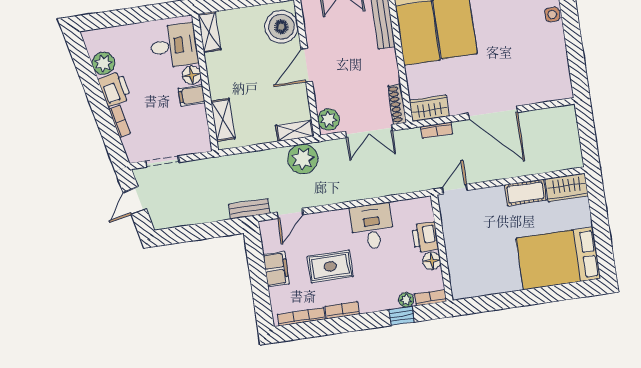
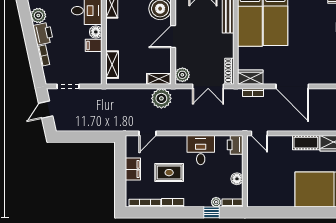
door: (455, 189) -> (259, 133), swing flipped
bench: (249, 209) -> (121, 126), removed
printer: (425, 237) -> (235, 145), moved

